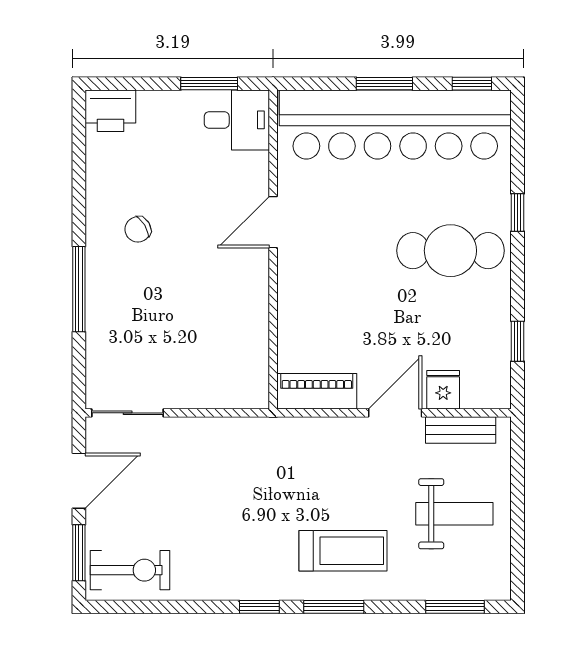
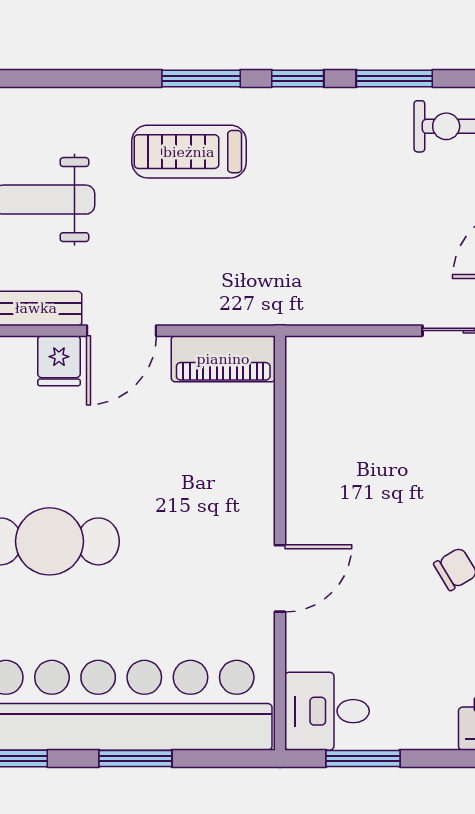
window: (455, 607) -> (394, 78), moved

